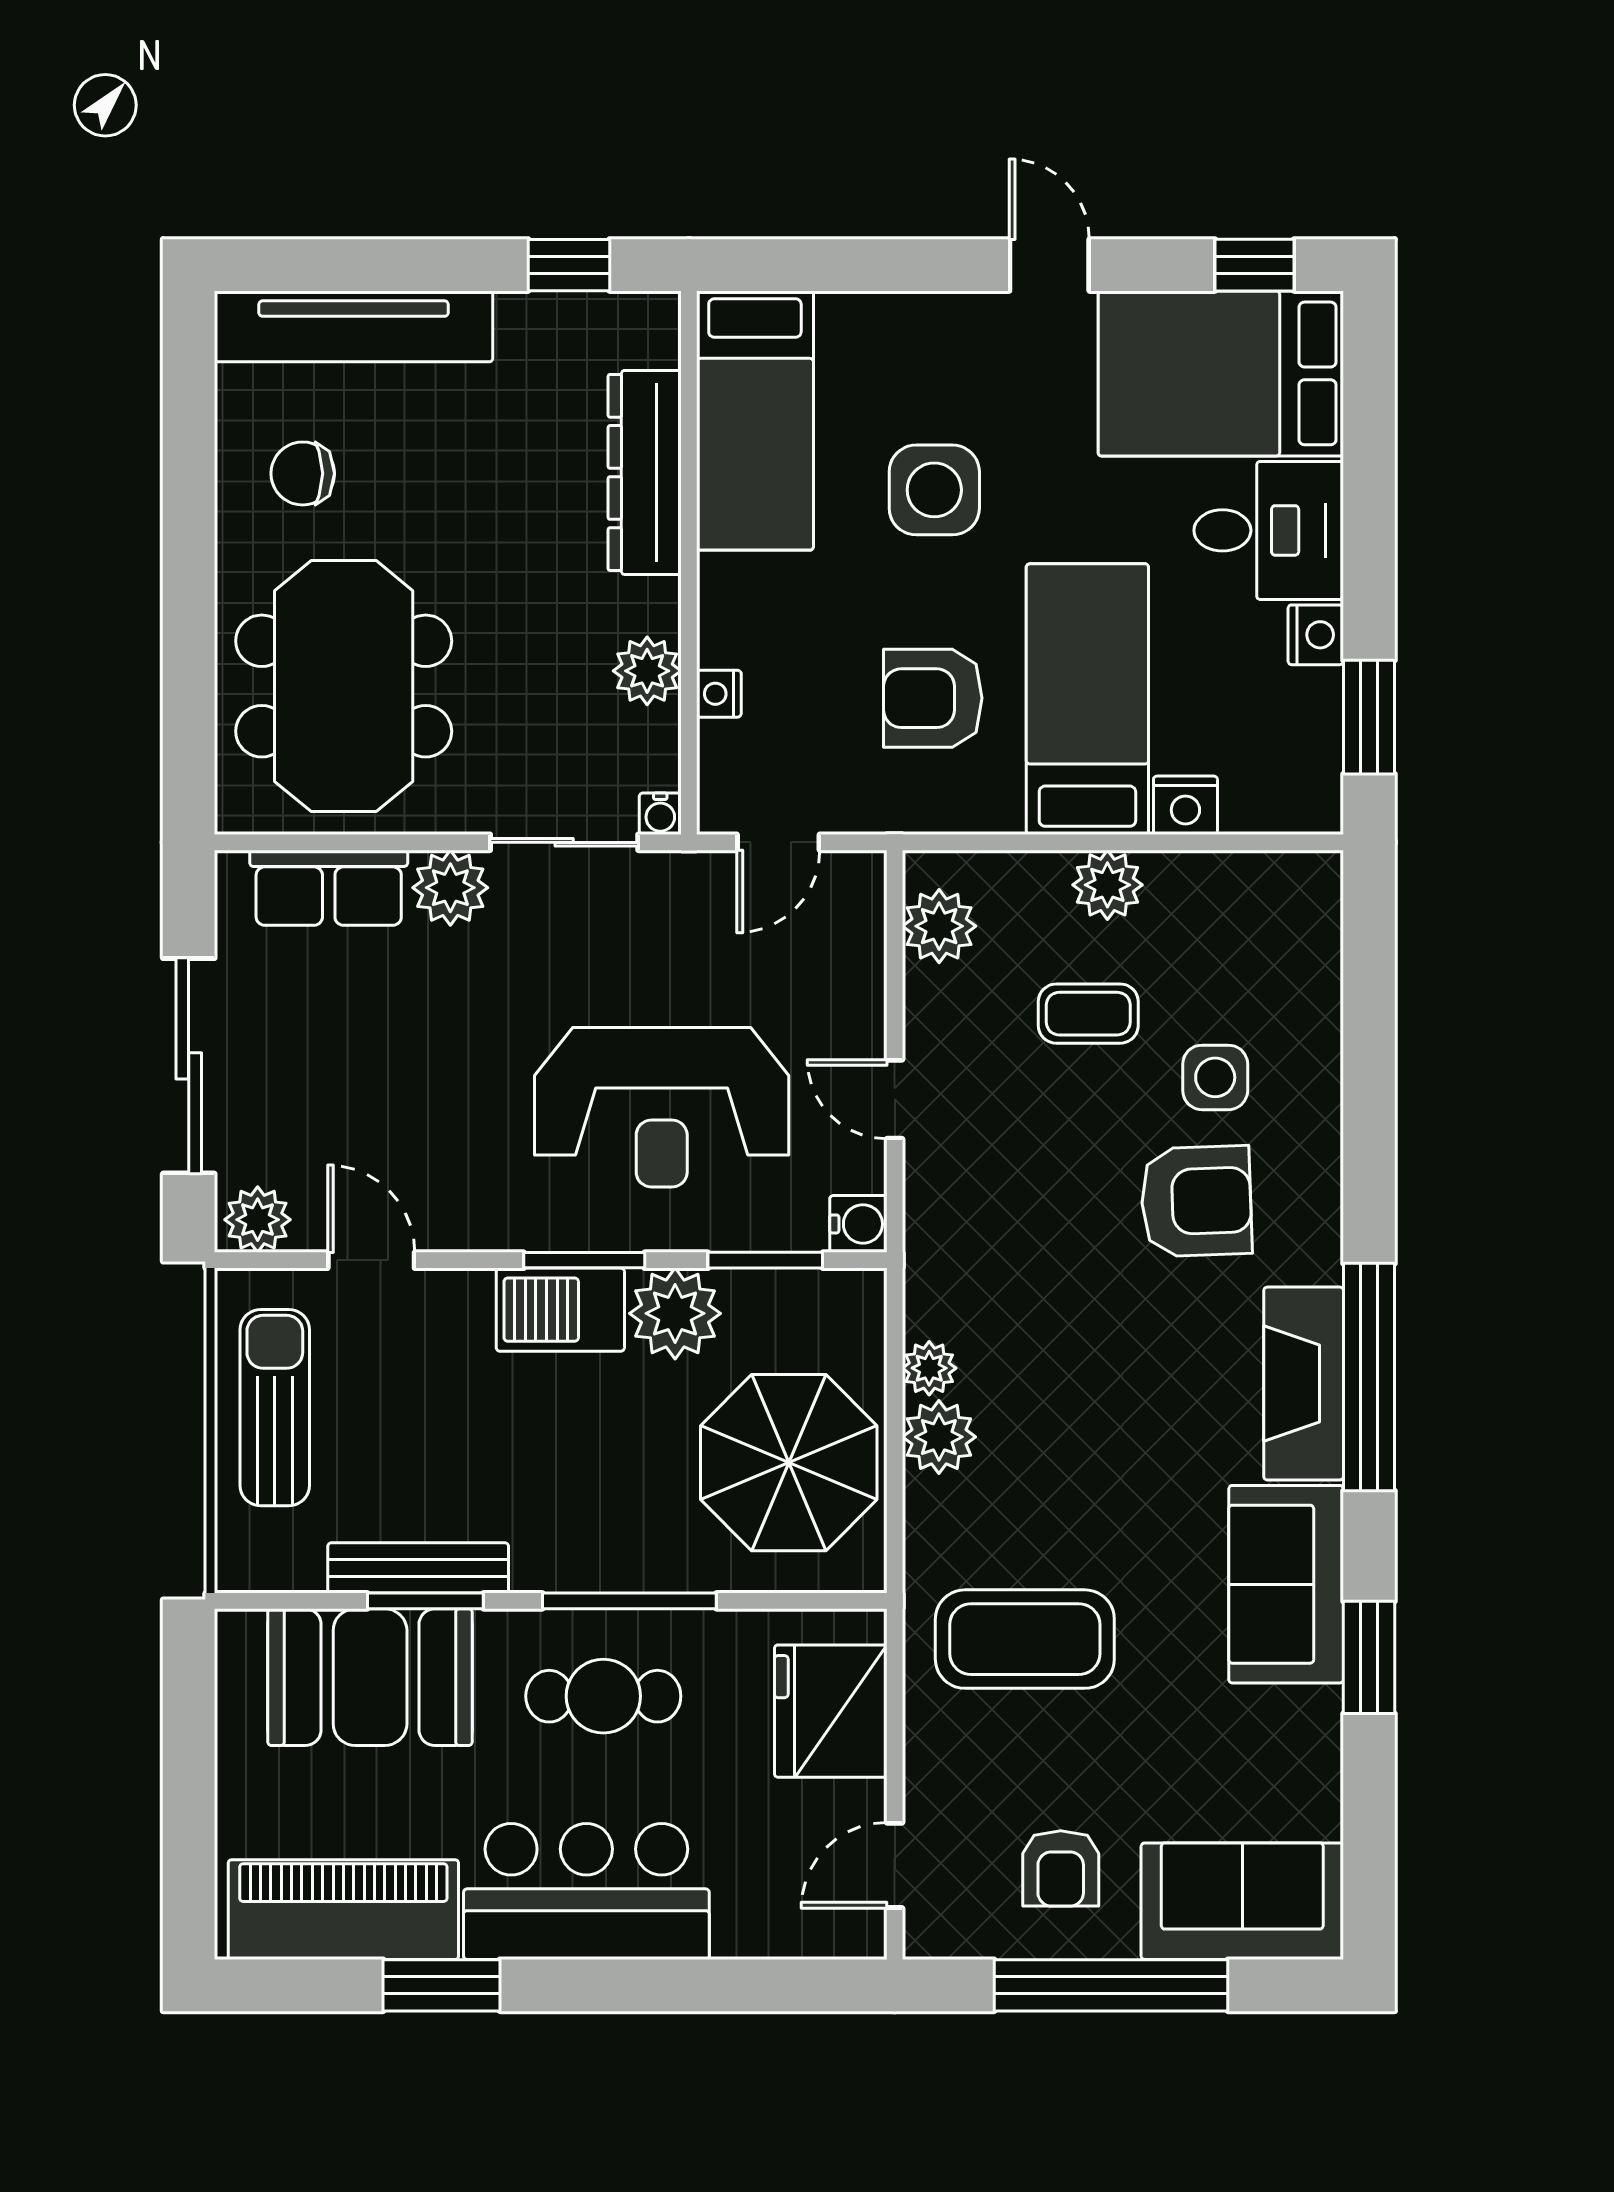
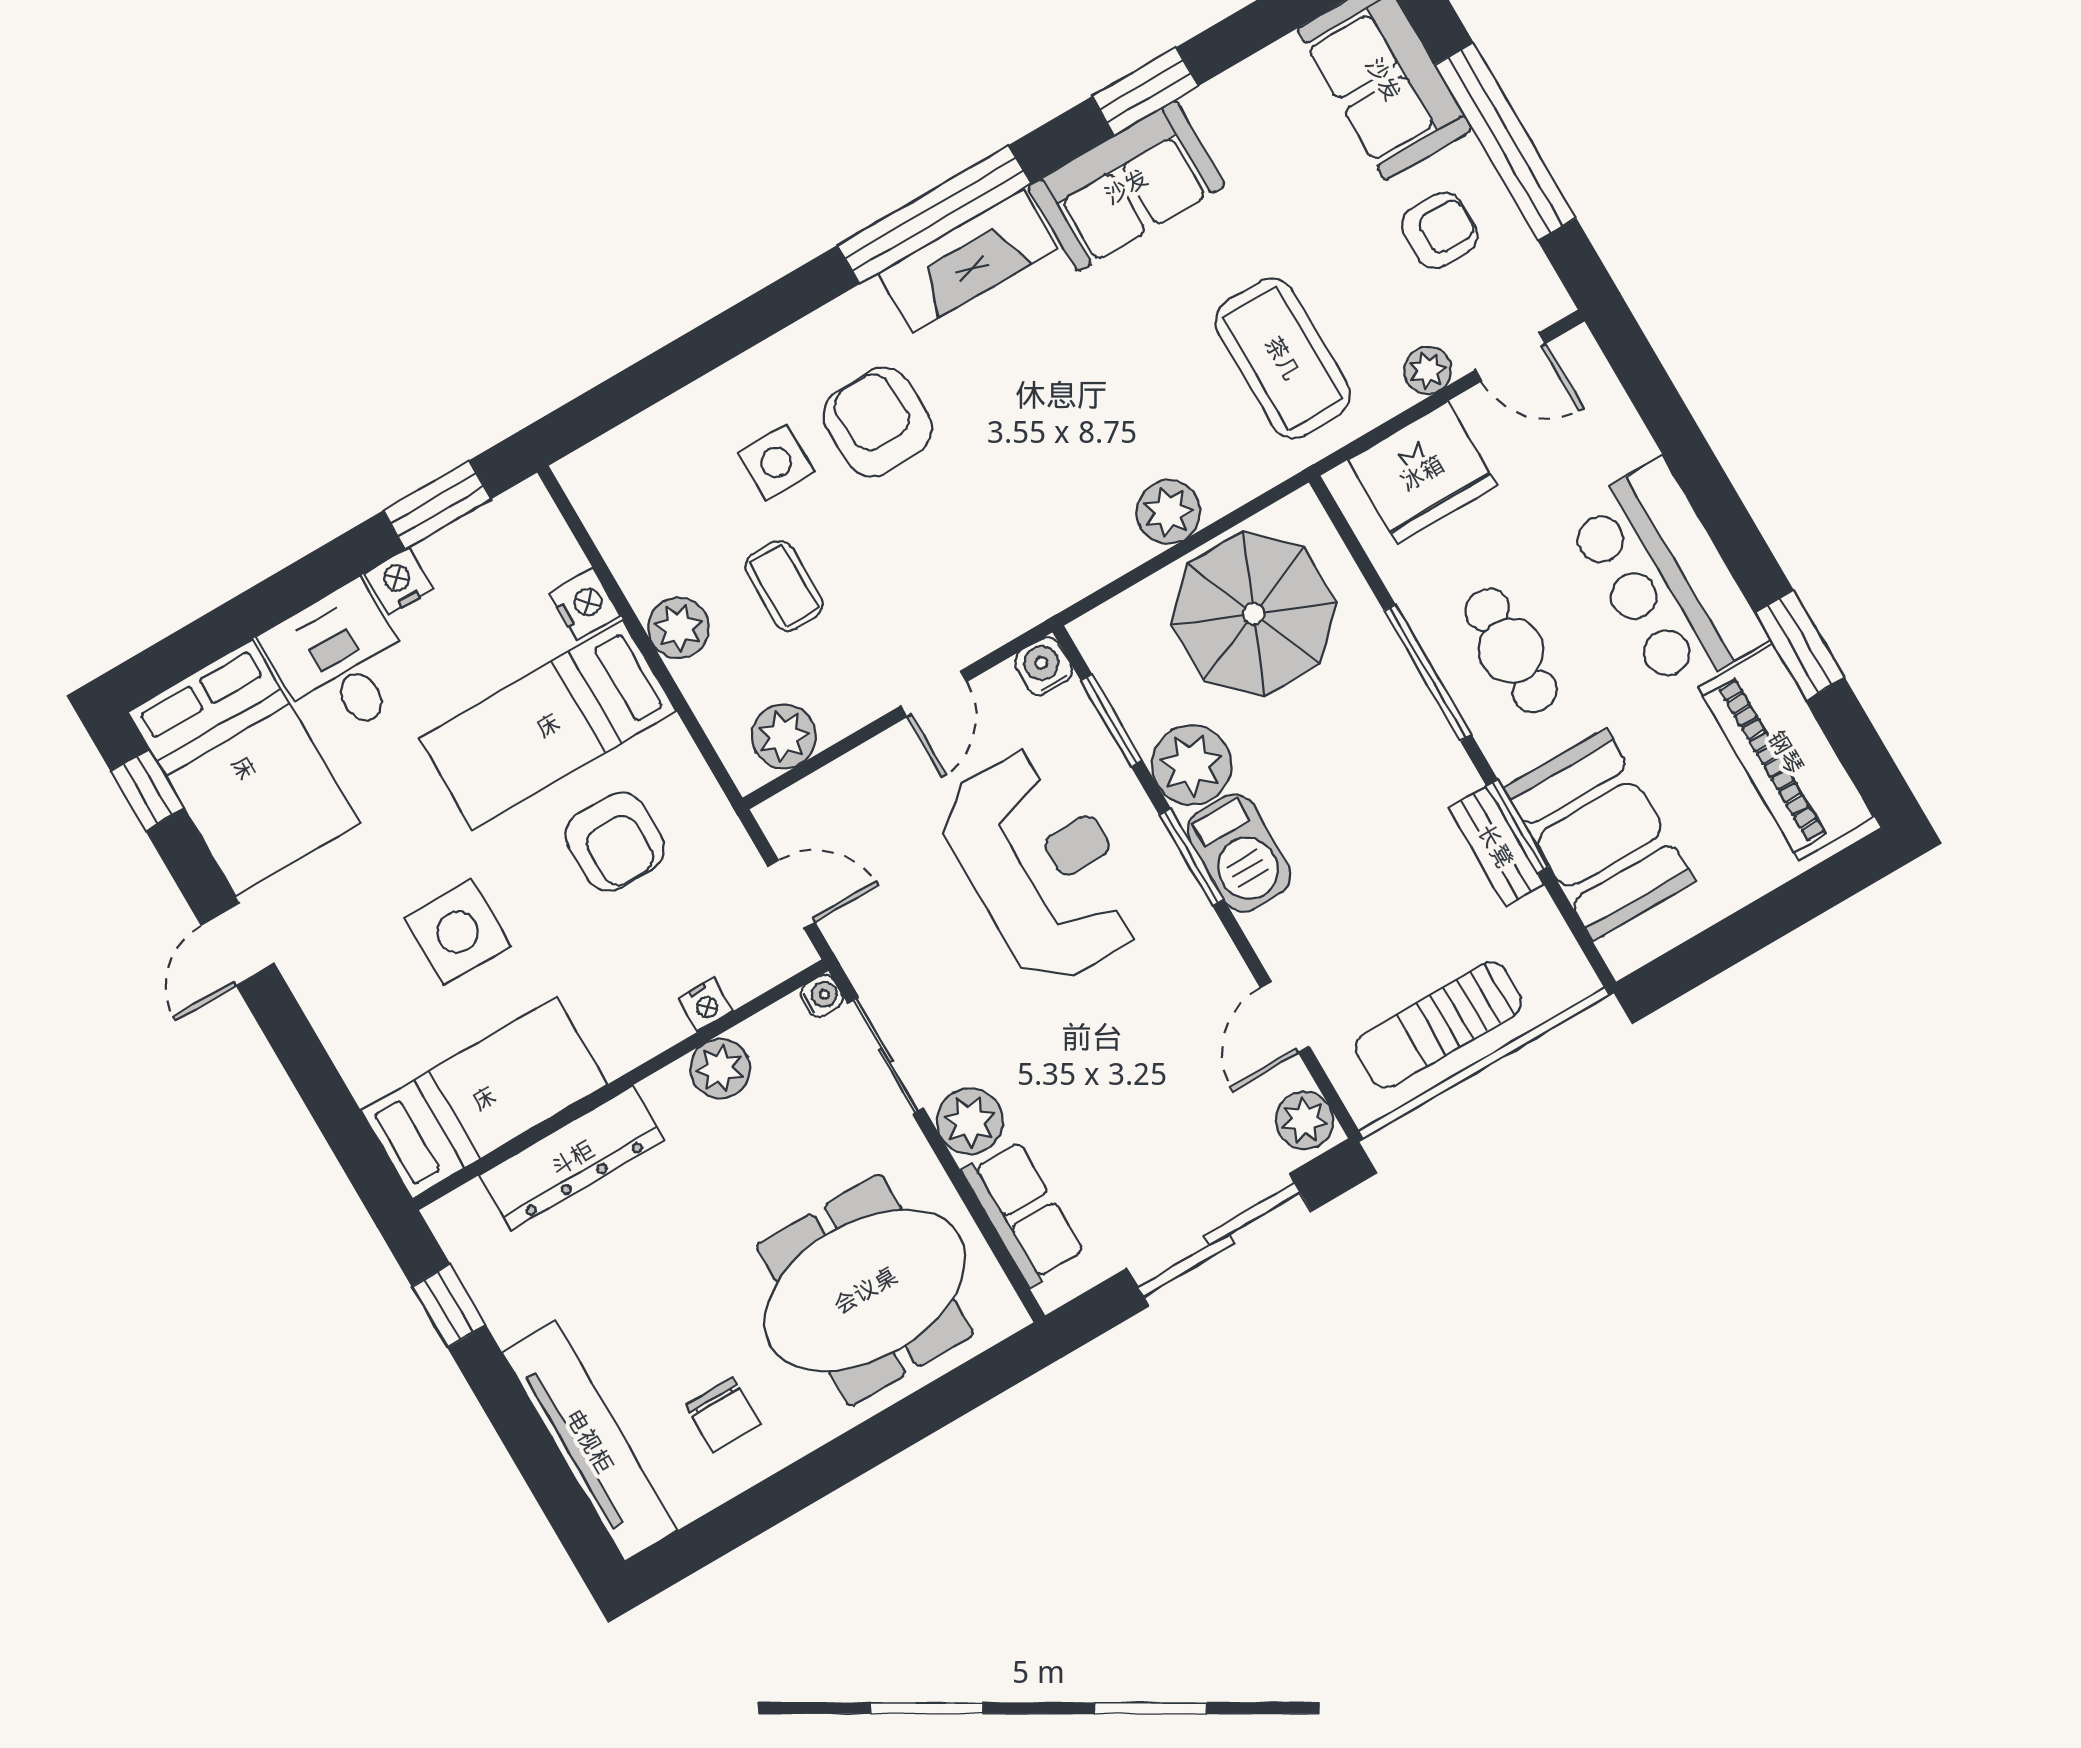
plant: (929, 1368) -> (1428, 370), moved
bench: (418, 1568) -> (1496, 846), width x0.73

